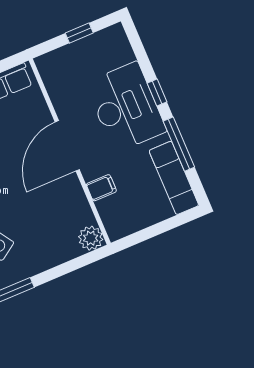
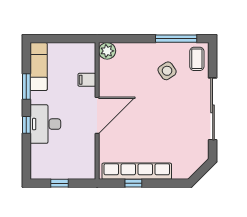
desk: (126, 107) -> (45, 124), width x0.73, depth x0.77
window: (179, 144) -> (26, 86), width x0.69

